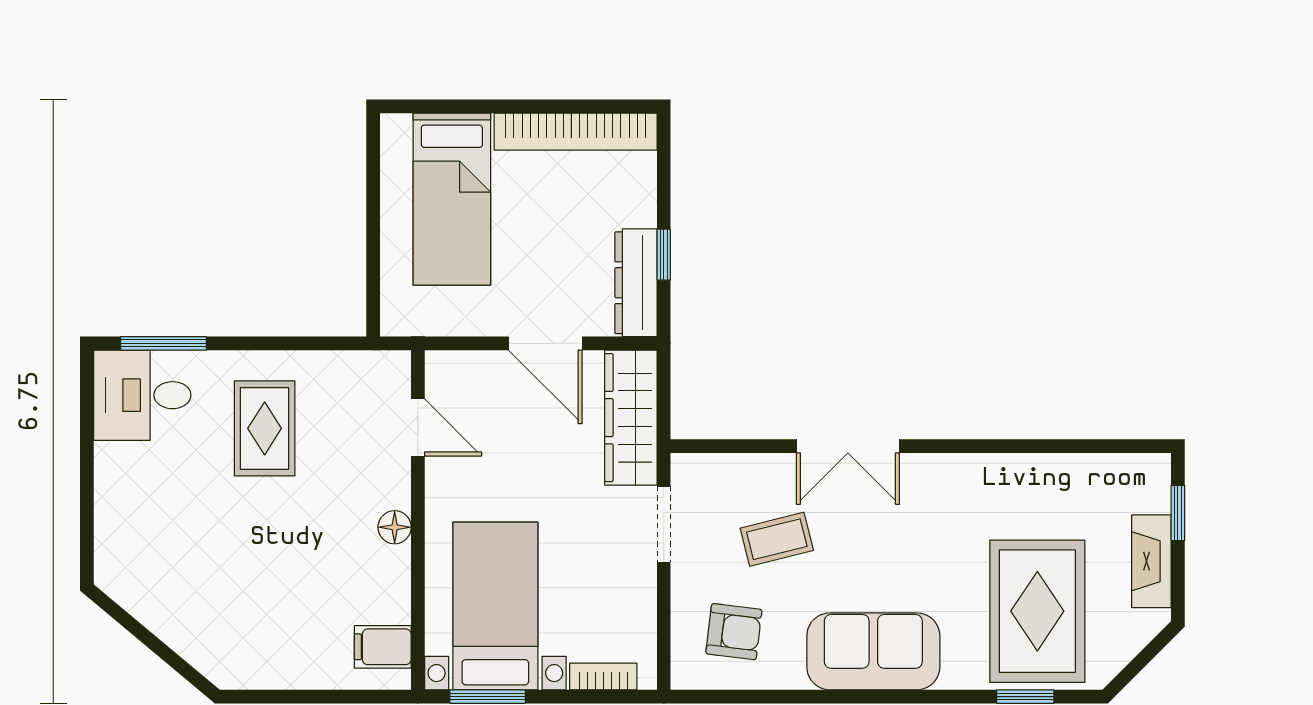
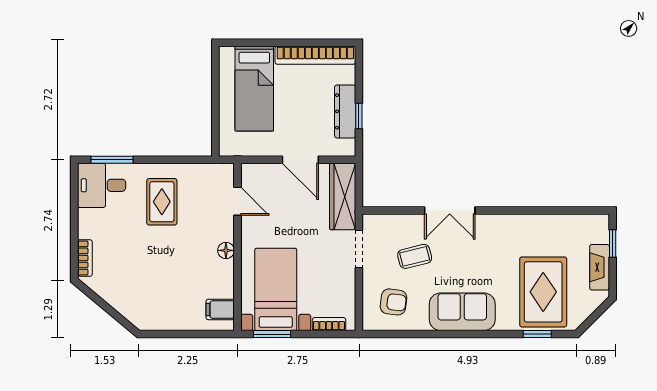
dresser: (636, 283) -> (345, 111), moved
bookcase: (108, 542) -> (85, 258), added

